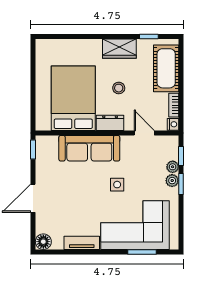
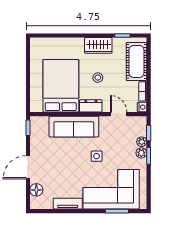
floor lamp: (43, 242) -> (36, 190), moved

